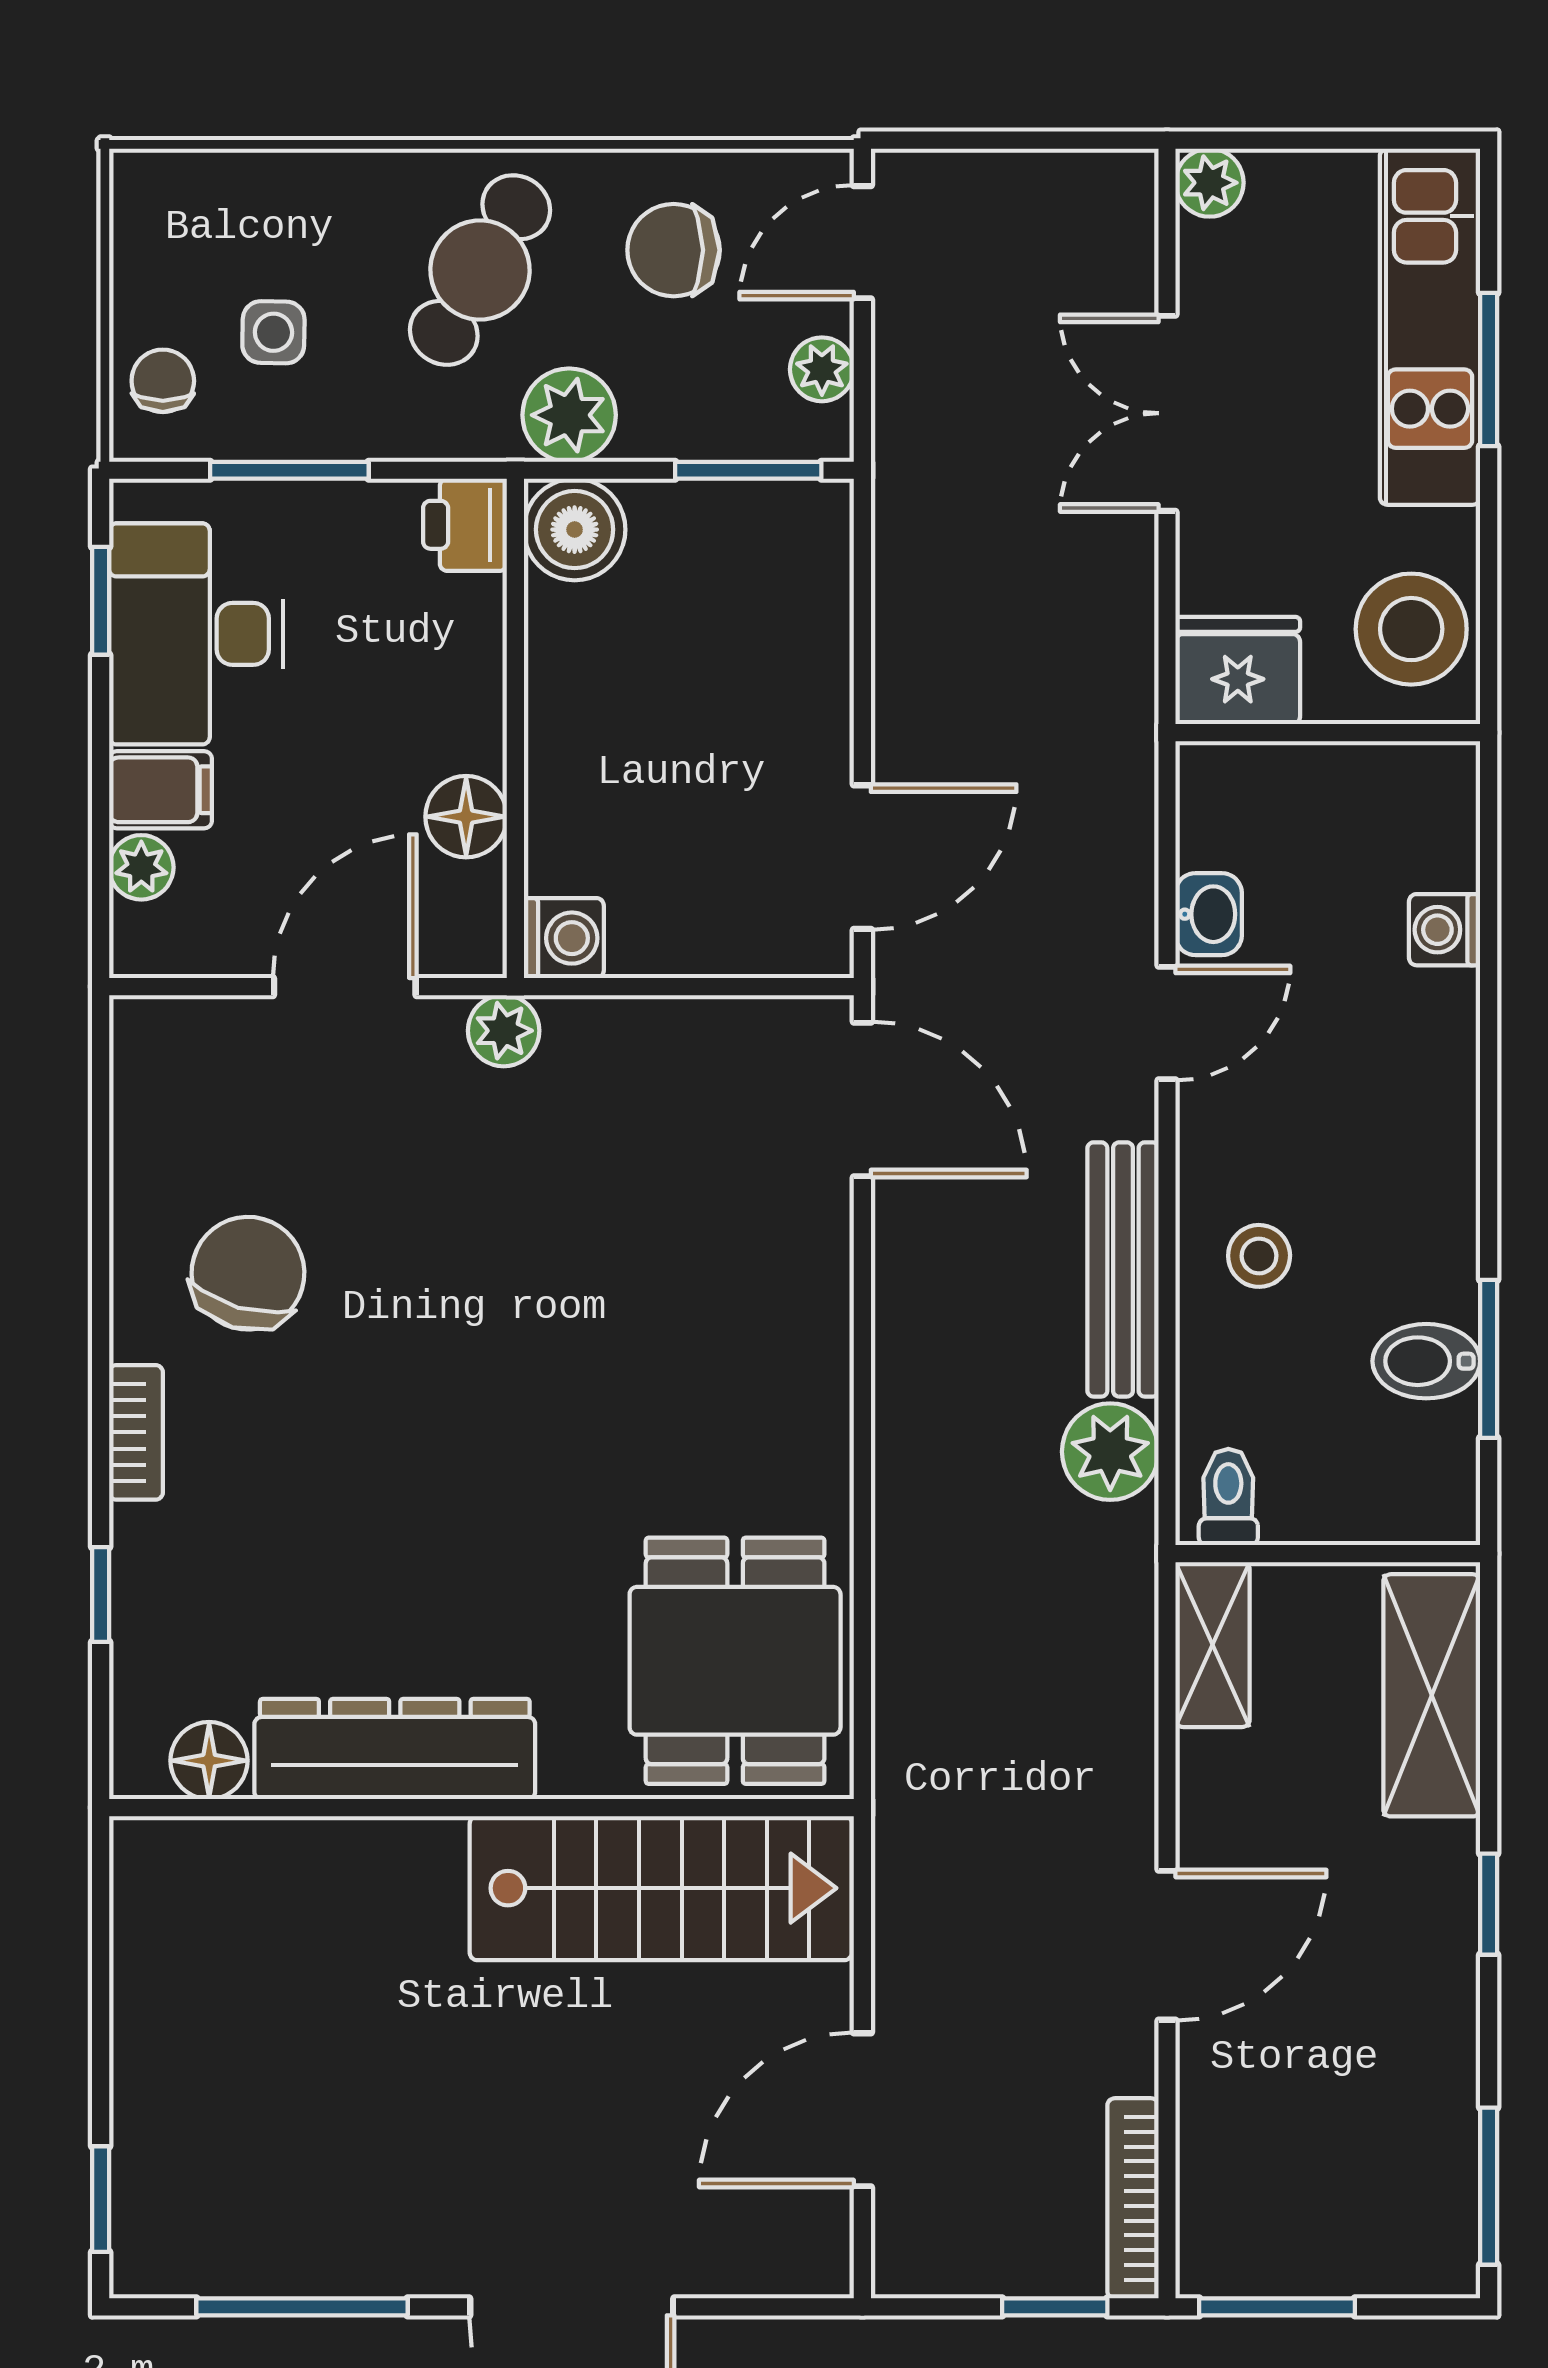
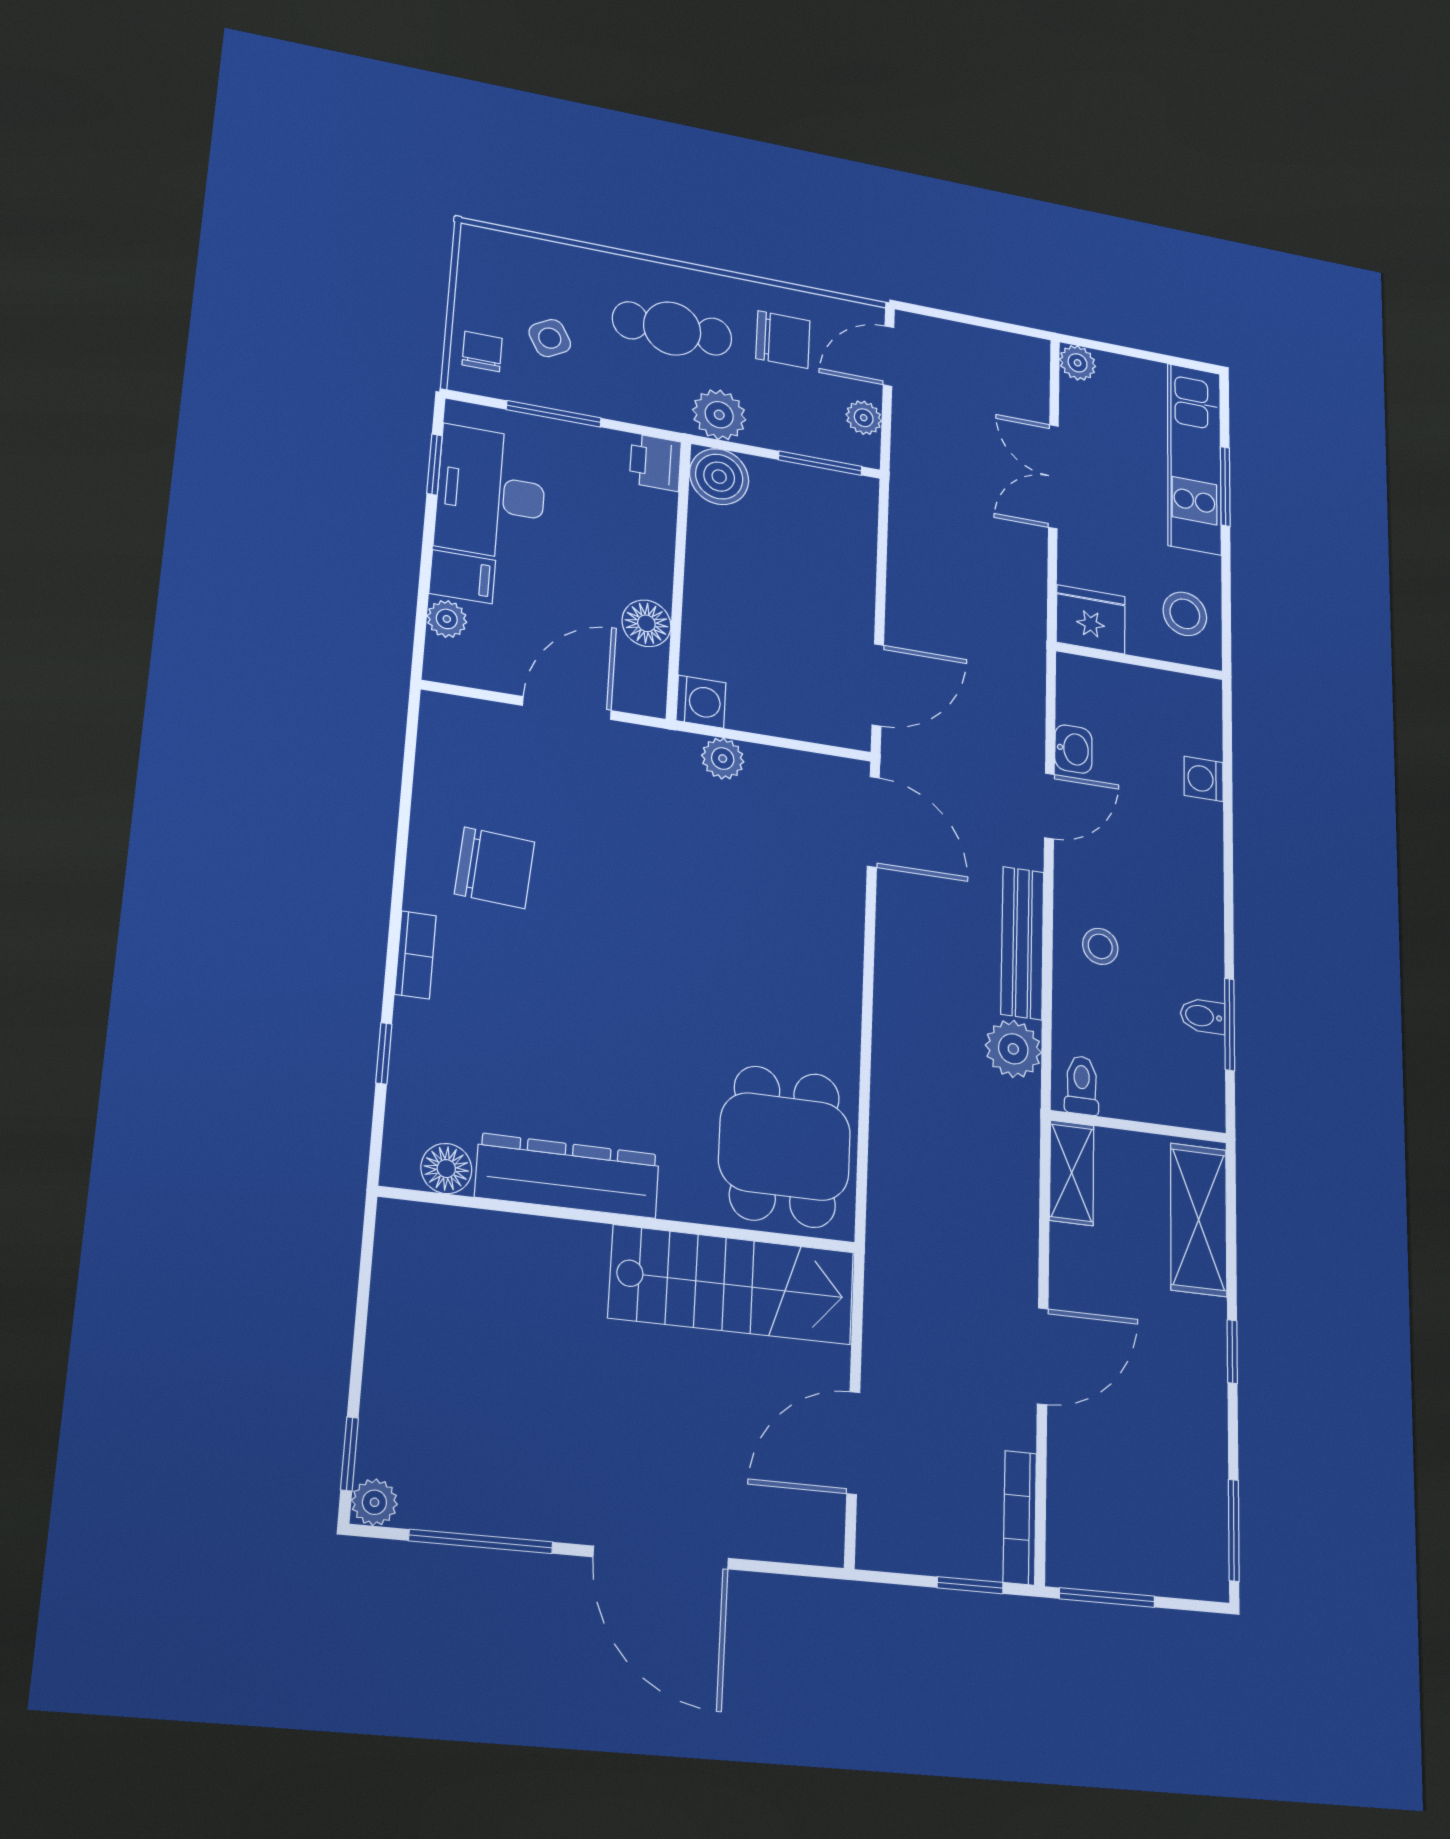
chair: (674, 250) -> (783, 340), turned 180
cafe table: (480, 270) -> (672, 328), turned 60
side table: (273, 332) -> (550, 338), turned -30
stool: (1411, 629) -> (1185, 614), width x0.73, depth x0.73
plant: (504, 1031) -> (723, 759), moved
chair: (248, 1273) -> (495, 868), turned 78
bidet: (1426, 1361) -> (1203, 1016), width x0.72, depth x0.74
plant: (143, 2265) -> (374, 1502), added

